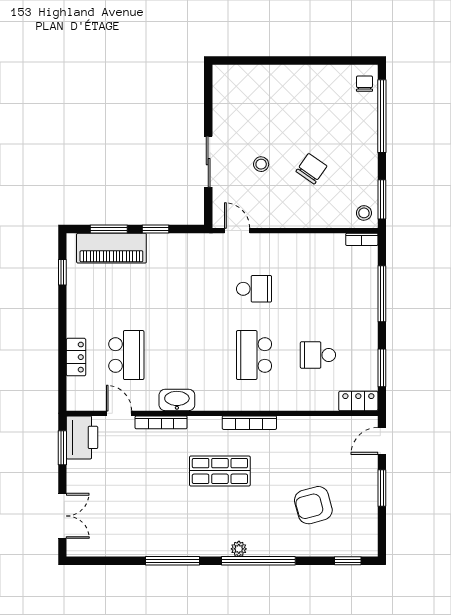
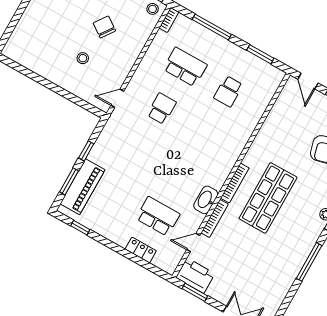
sliding door: (208, 162) -> (62, 92), removed
school desk: (254, 355) -> (185, 67), moved, turned 180
locker: (358, 401) -> (273, 82), removed
bookcase: (249, 423) -> (235, 183), moved
shop shelf: (220, 471) -> (268, 198), width x1.43, depth x1.36

